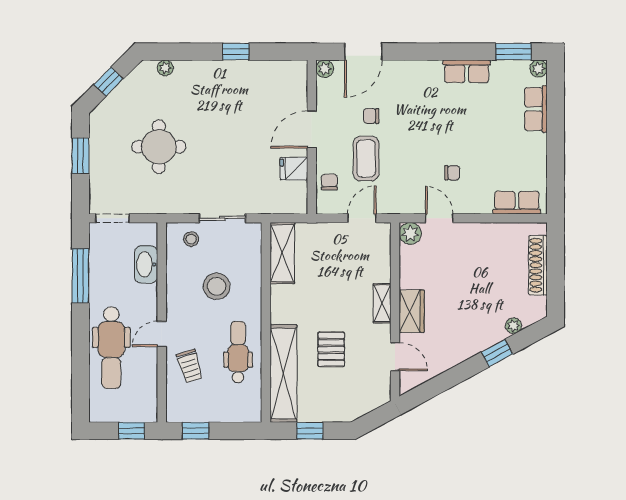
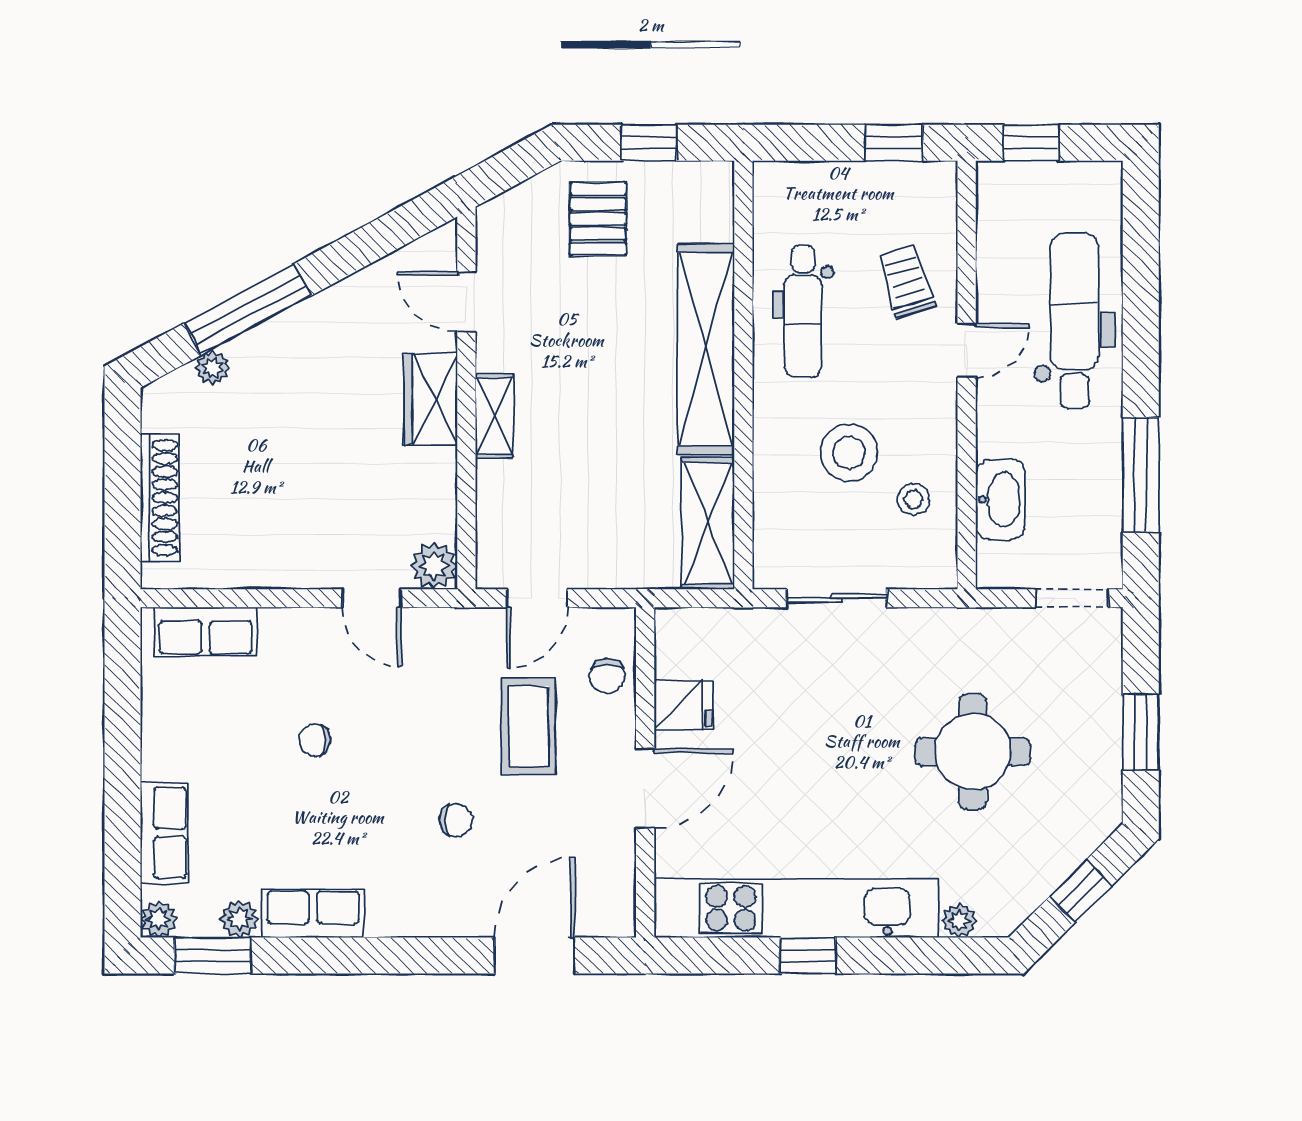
plant: (325, 69) -> (239, 919), moved
kitchen unit: (241, 74) -> (796, 908), added
chair: (371, 116) -> (456, 820), moved
chair: (452, 173) -> (315, 740), moved
stool: (191, 239) -> (913, 500), moved
pallet: (331, 349) -> (598, 219), moved
window: (497, 353) -> (248, 309), width x2.17
shelving: (283, 373) -> (706, 349), moved

